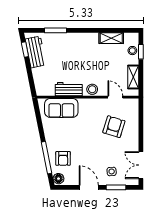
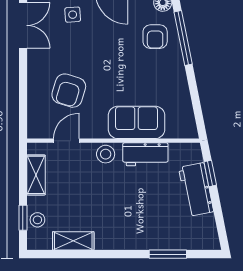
window: (25, 49) -> (210, 173), moved
workbench: (36, 52) -> (196, 190), moved
door: (115, 97) -> (66, 141), swing flipped
sofa: (61, 108) -> (137, 122), moved
armchair: (63, 158) -> (155, 37), turned 180

